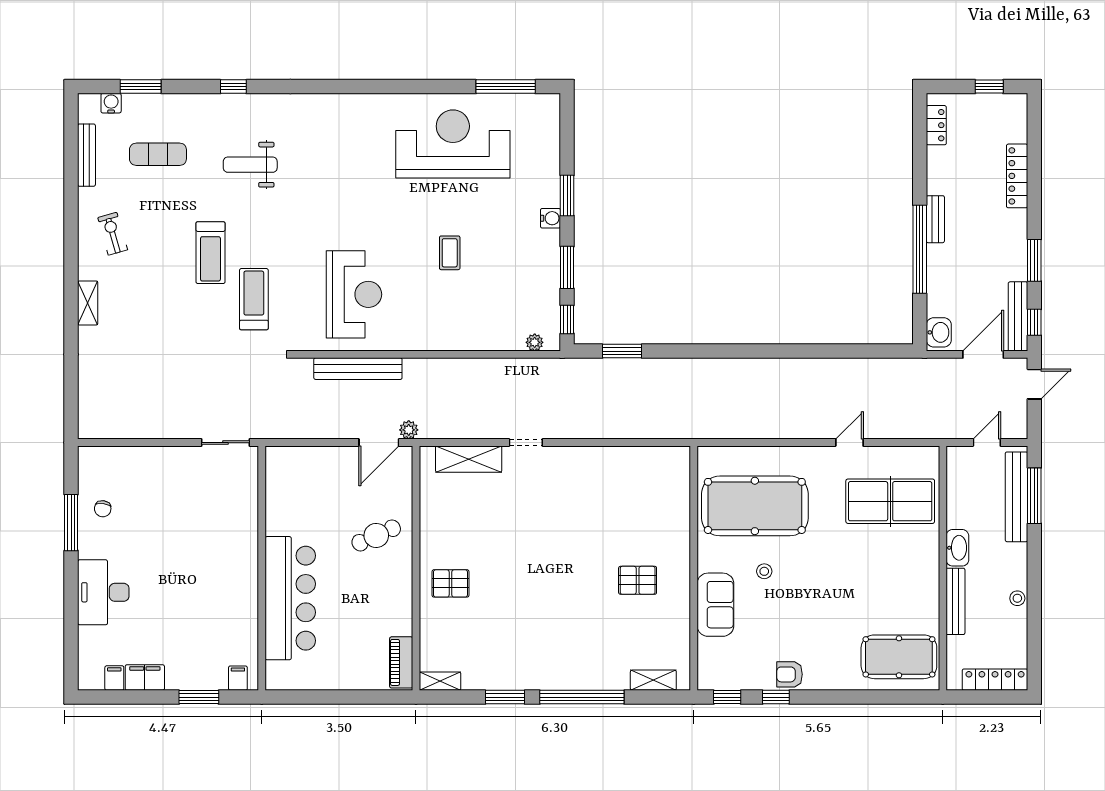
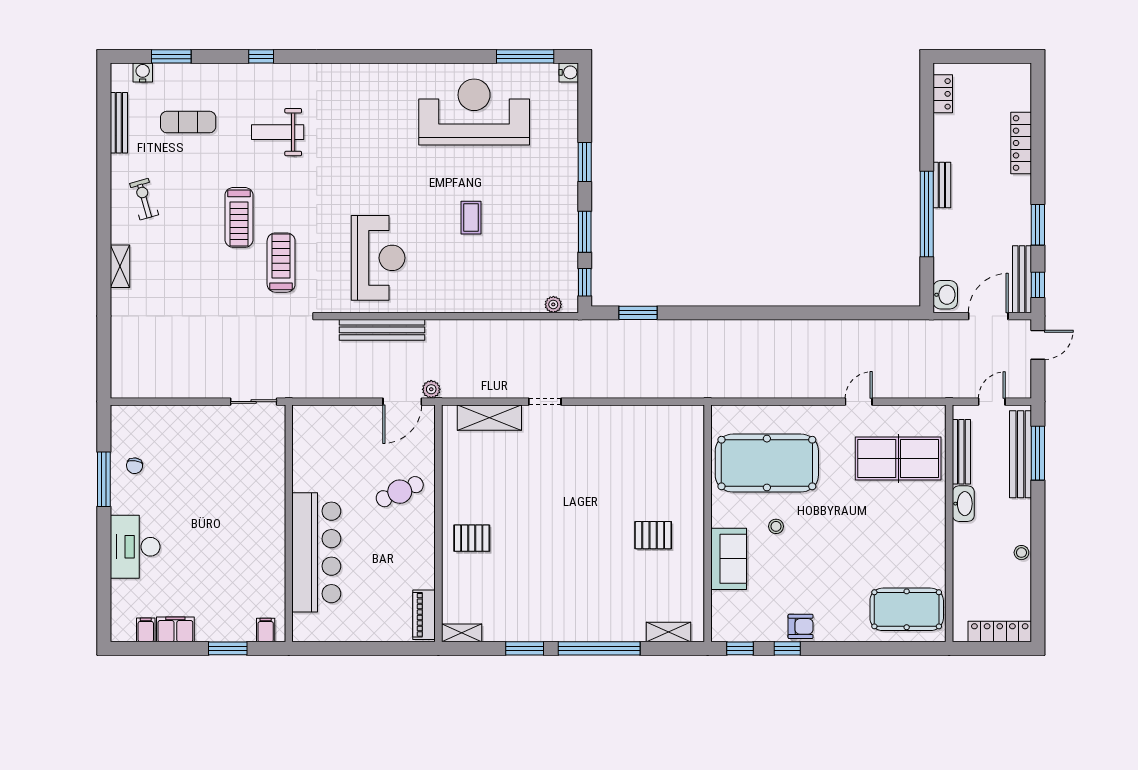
window: (989, 87) -> (994, 56), removed
water cooler: (550, 218) -> (569, 72), moved
bench: (955, 601) -> (961, 452), moved
armchair: (790, 674) -> (801, 626), turned 180

